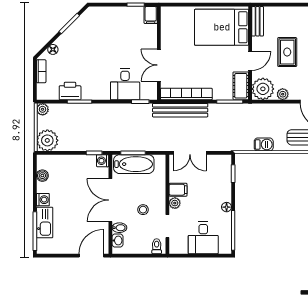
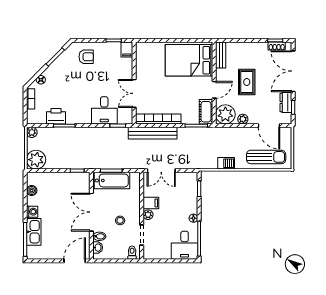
armchair: (104, 23) -> (86, 57), added
washing machine: (103, 161) -> (85, 177), removed
desk: (203, 238) -> (185, 245), moved

